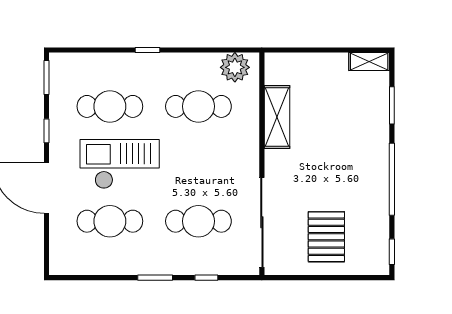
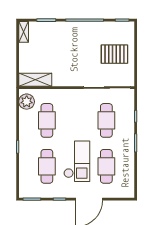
shelving: (277, 117) -> (35, 80), moved
checkout: (120, 164) -> (77, 161), turned 180

